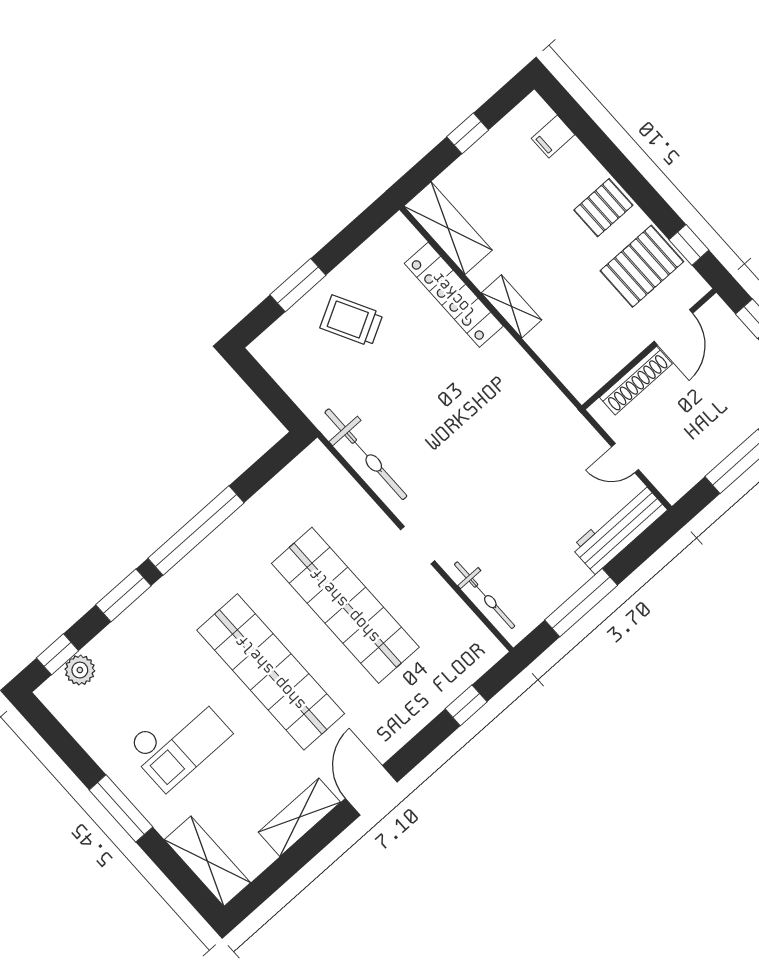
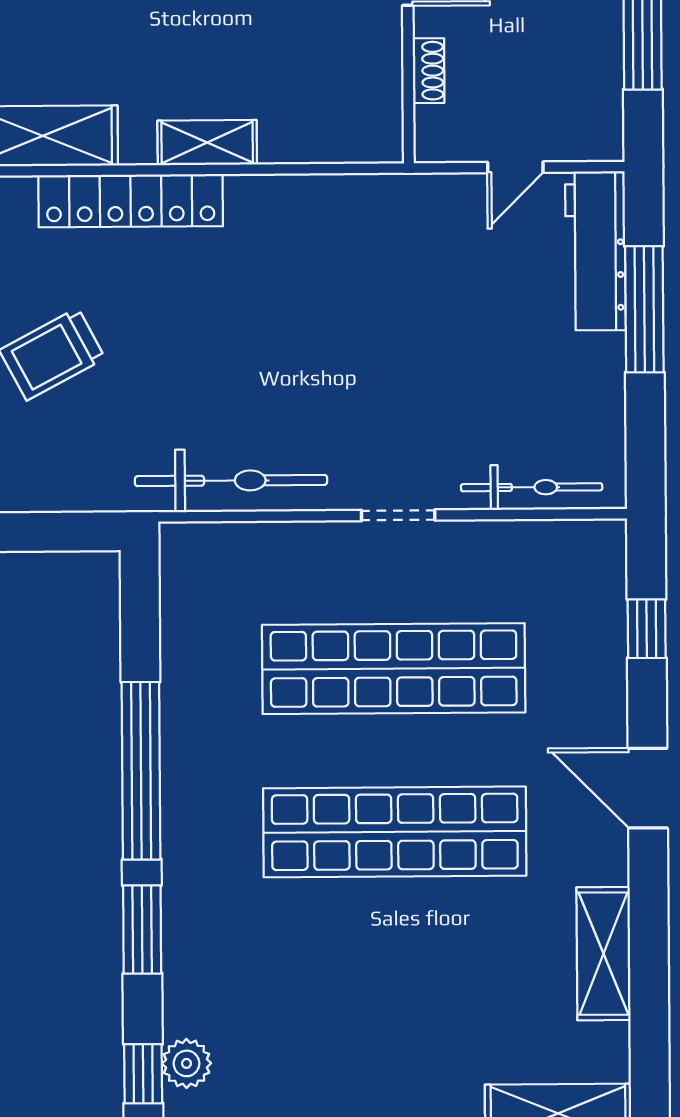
shoe rack: (636, 381) -> (429, 71), width x0.51, depth x0.81
window: (581, 603) -> (644, 309), moved
checkout: (179, 740) -> (379, 1018), removed
door: (371, 790) -> (648, 788), moved

